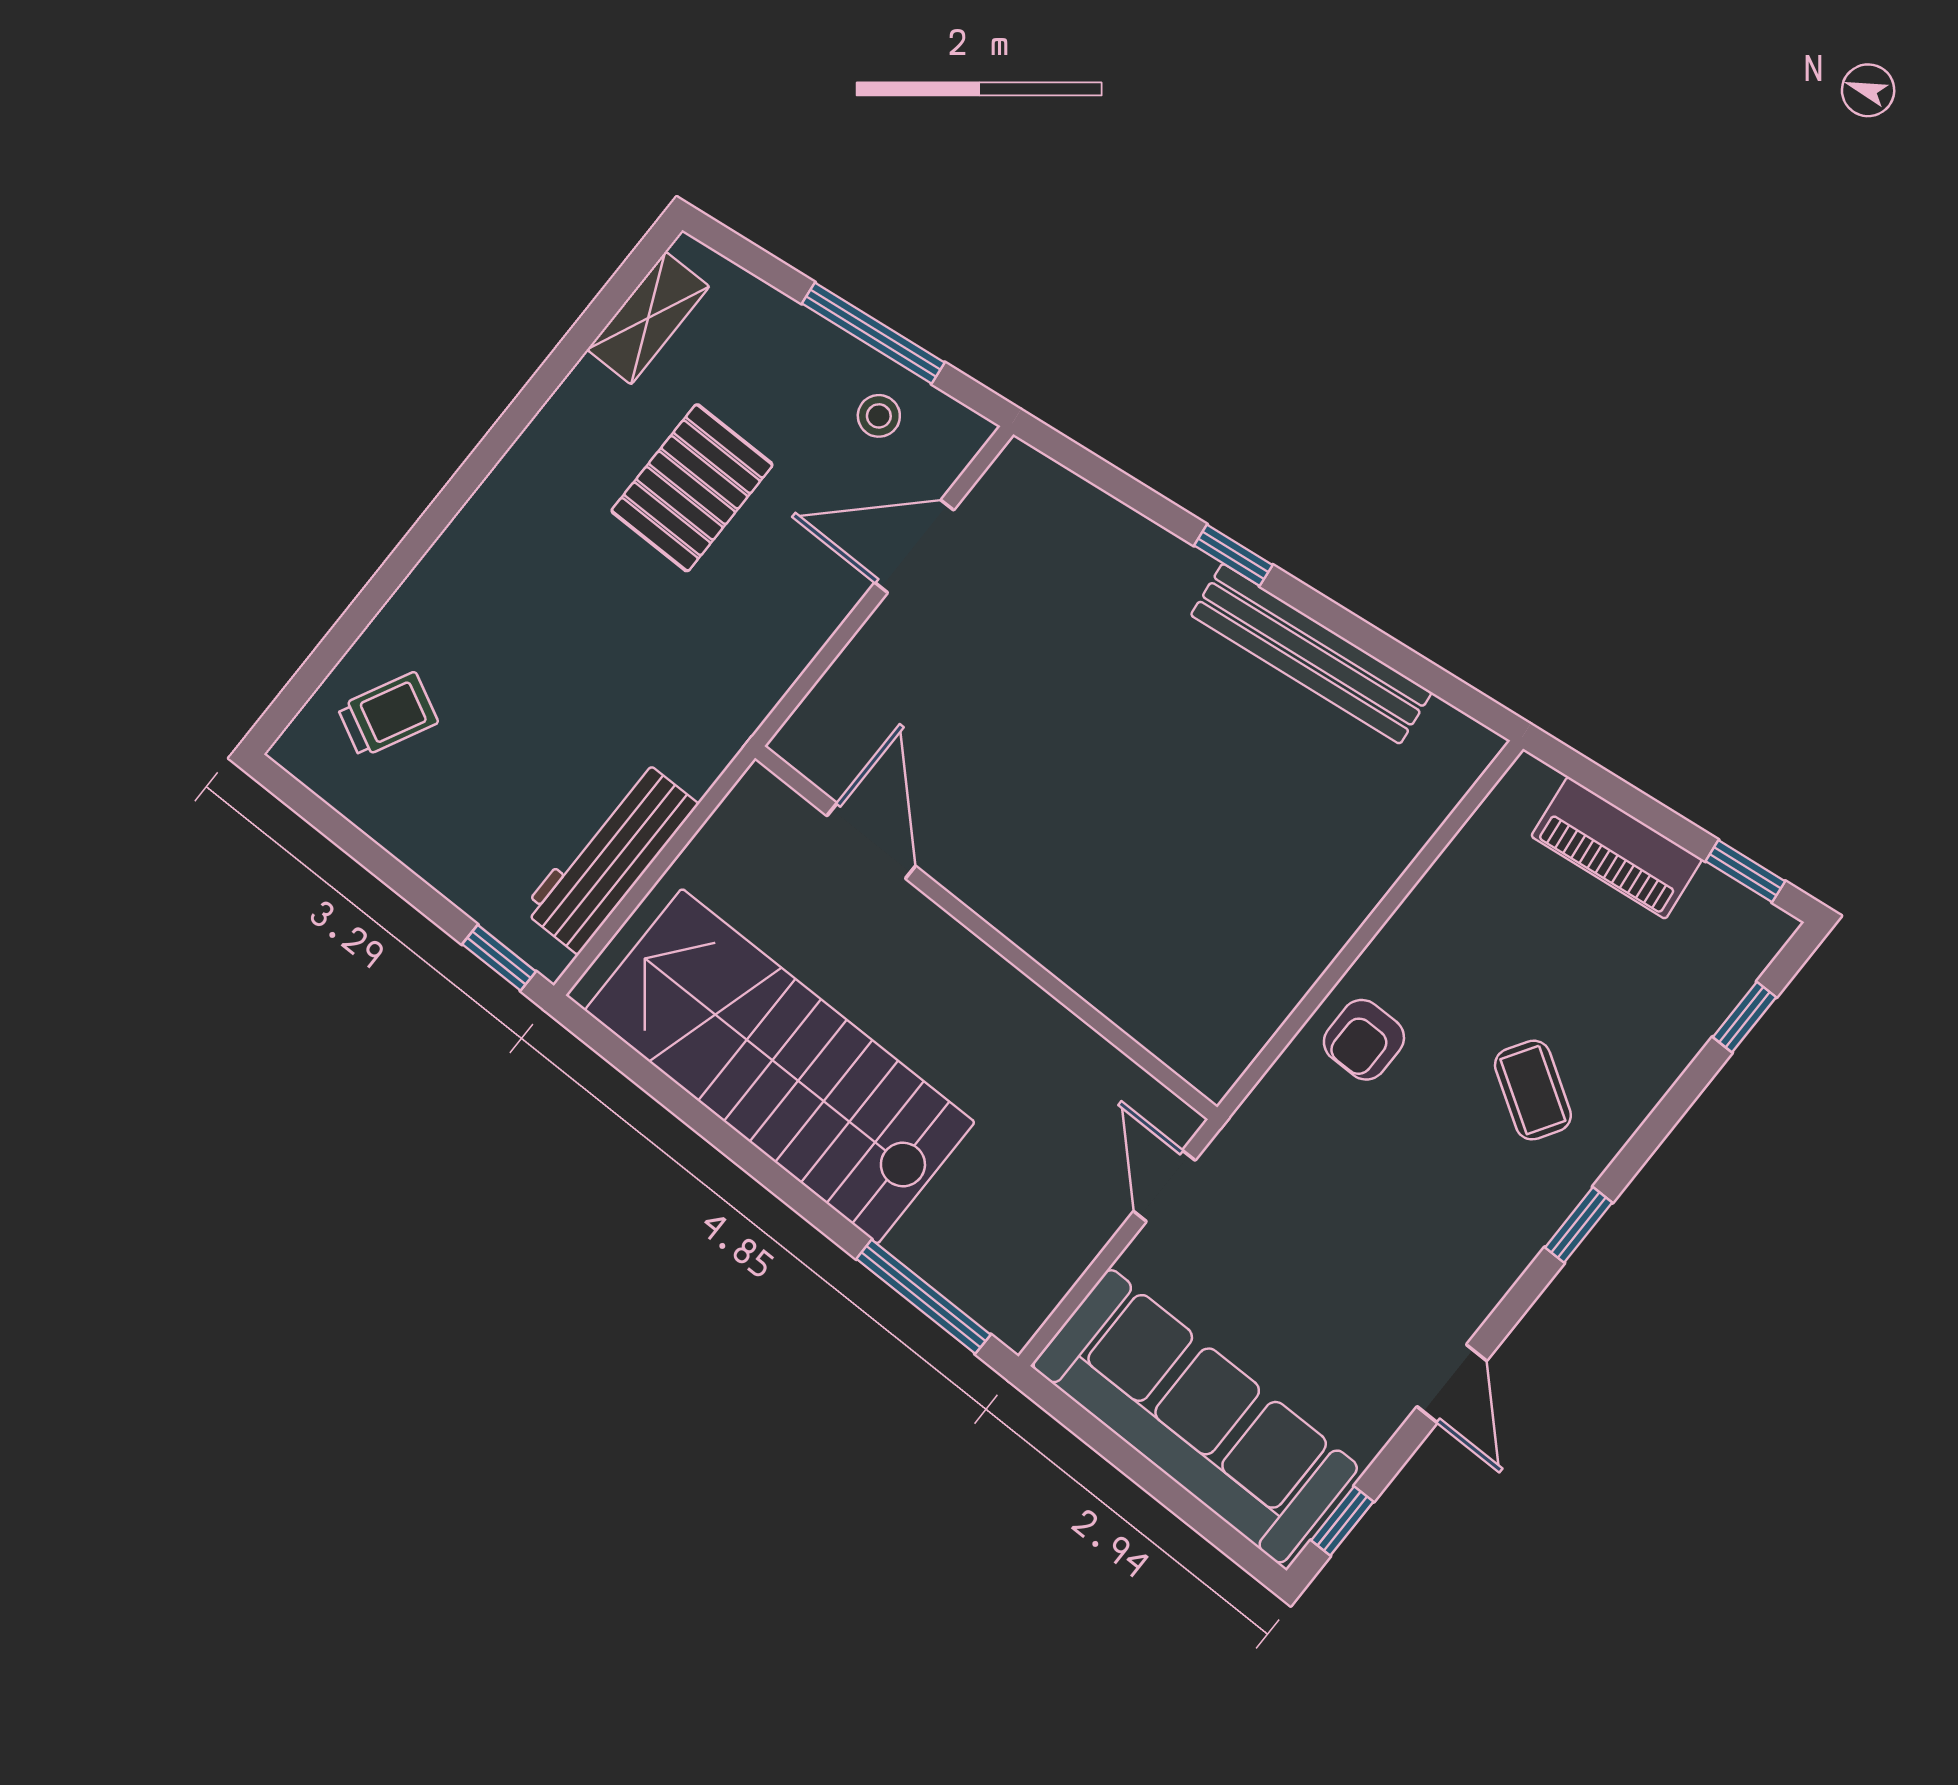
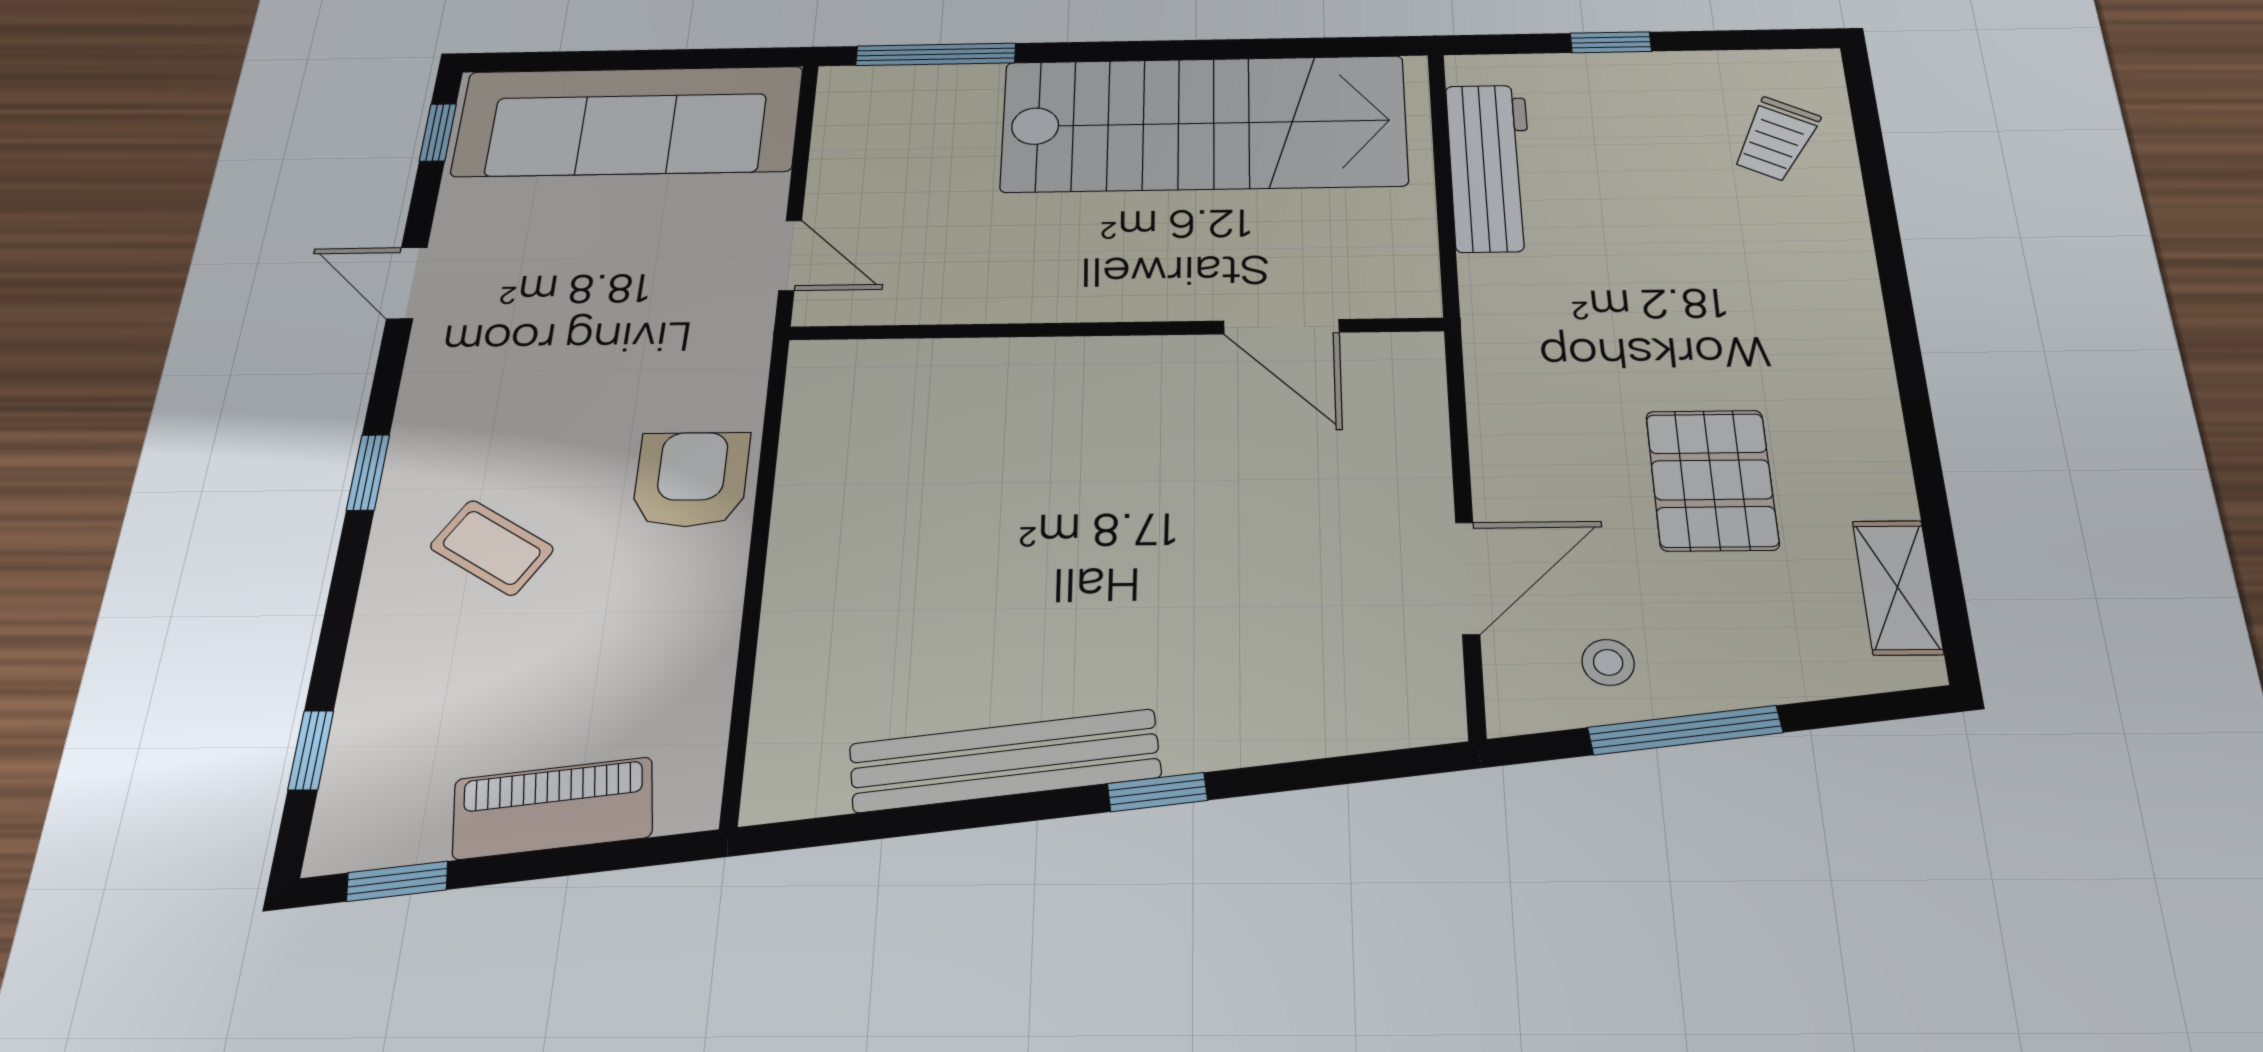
window: (499, 958) -> (1611, 42), moved
armchair: (1364, 1040) -> (691, 479), width x1.38, depth x1.38

